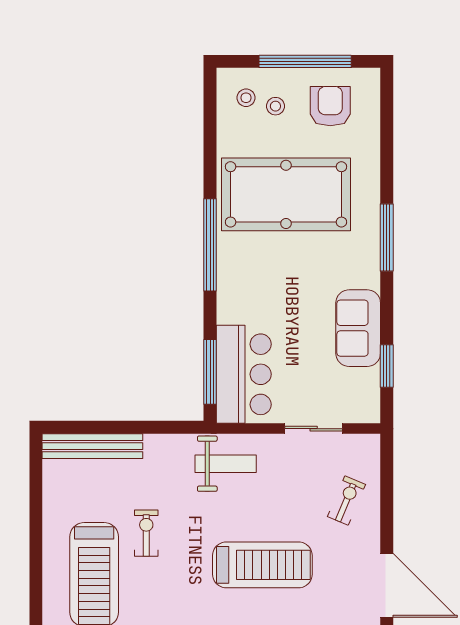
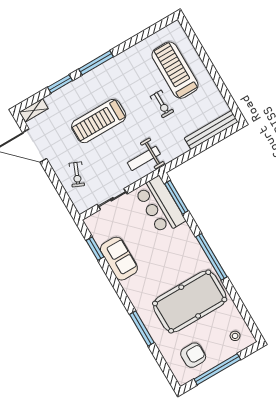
stool: (275, 106) -> (219, 340), removed
armchair: (330, 106) -> (193, 355), turned -90
window: (387, 237) -> (142, 328), moved

